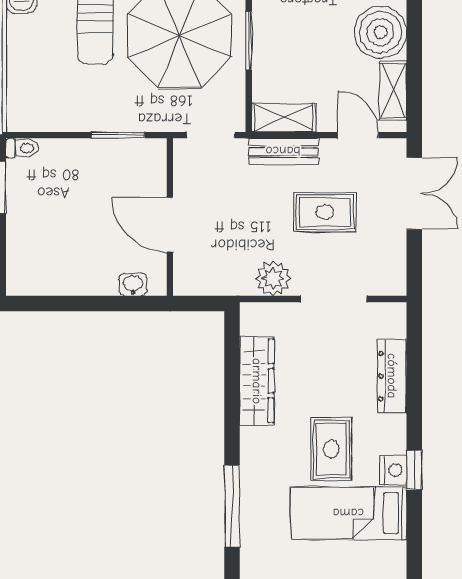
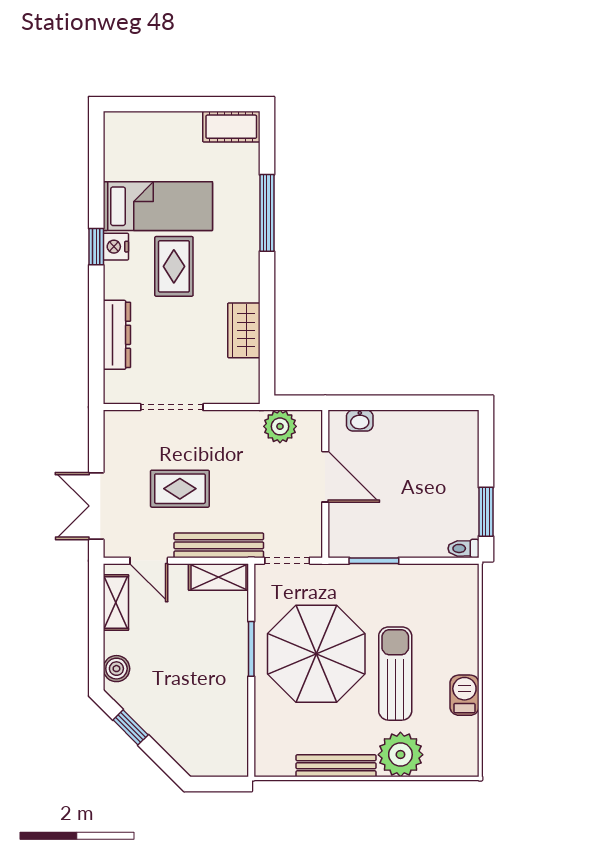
boiler: (380, 32) -> (116, 669), width x0.54, depth x0.54
bench: (283, 151) -> (219, 545), width x1.36
plant: (273, 278) -> (280, 426), moved
wardrobe: (257, 381) -> (244, 330), width x0.67

